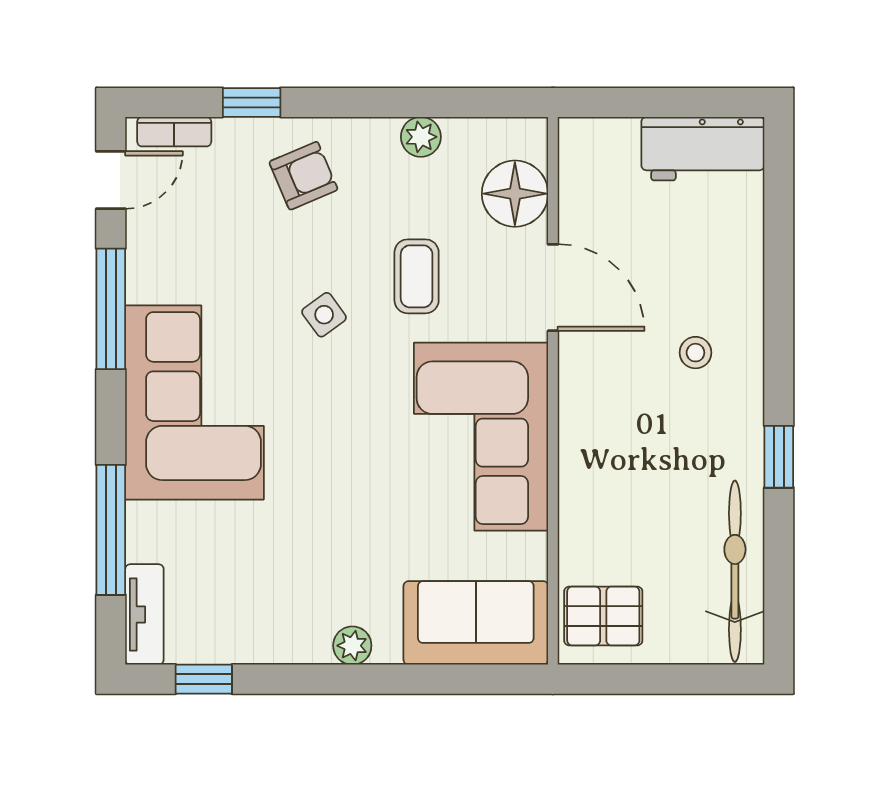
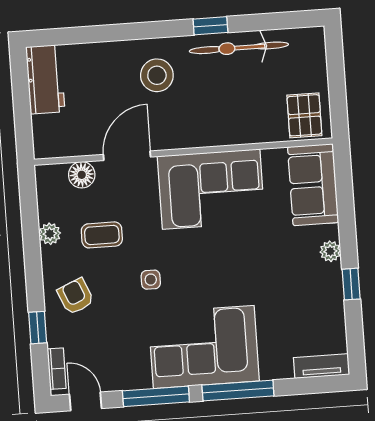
floor lamp: (515, 194) -> (82, 175), width x0.73, depth x0.73
coffee table: (417, 276) -> (102, 235), moved
side table: (324, 315) -> (151, 280), turned 36
stool: (695, 353) -> (157, 75), width x1.89, depth x1.89
window: (111, 530) -> (238, 390), moved
bicycle: (735, 571) -> (239, 48), moved
window: (204, 679) -> (351, 284), moved

